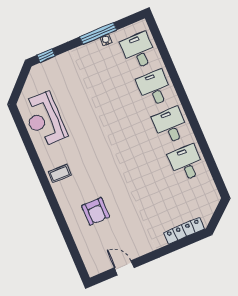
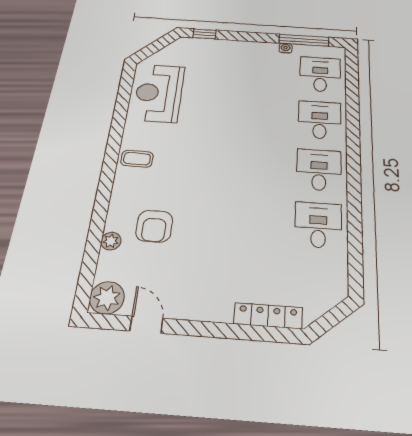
window: (98, 33) -> (304, 40), moved
plant: (77, 233) -> (111, 241), added
plant: (95, 265) -> (107, 298), added

